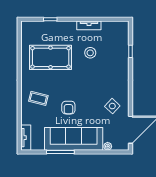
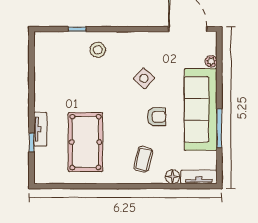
tv unit: (89, 25) -> (40, 129), moved
stool: (90, 53) -> (98, 50), moved
side table: (112, 106) -> (144, 78), moved
floor lamp: (26, 119) -> (173, 177), added

